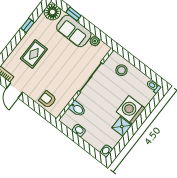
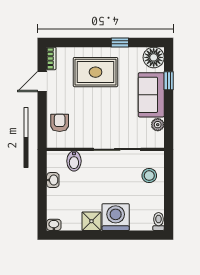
rug: (34, 54) -> (96, 72), width x1.36, depth x1.43

